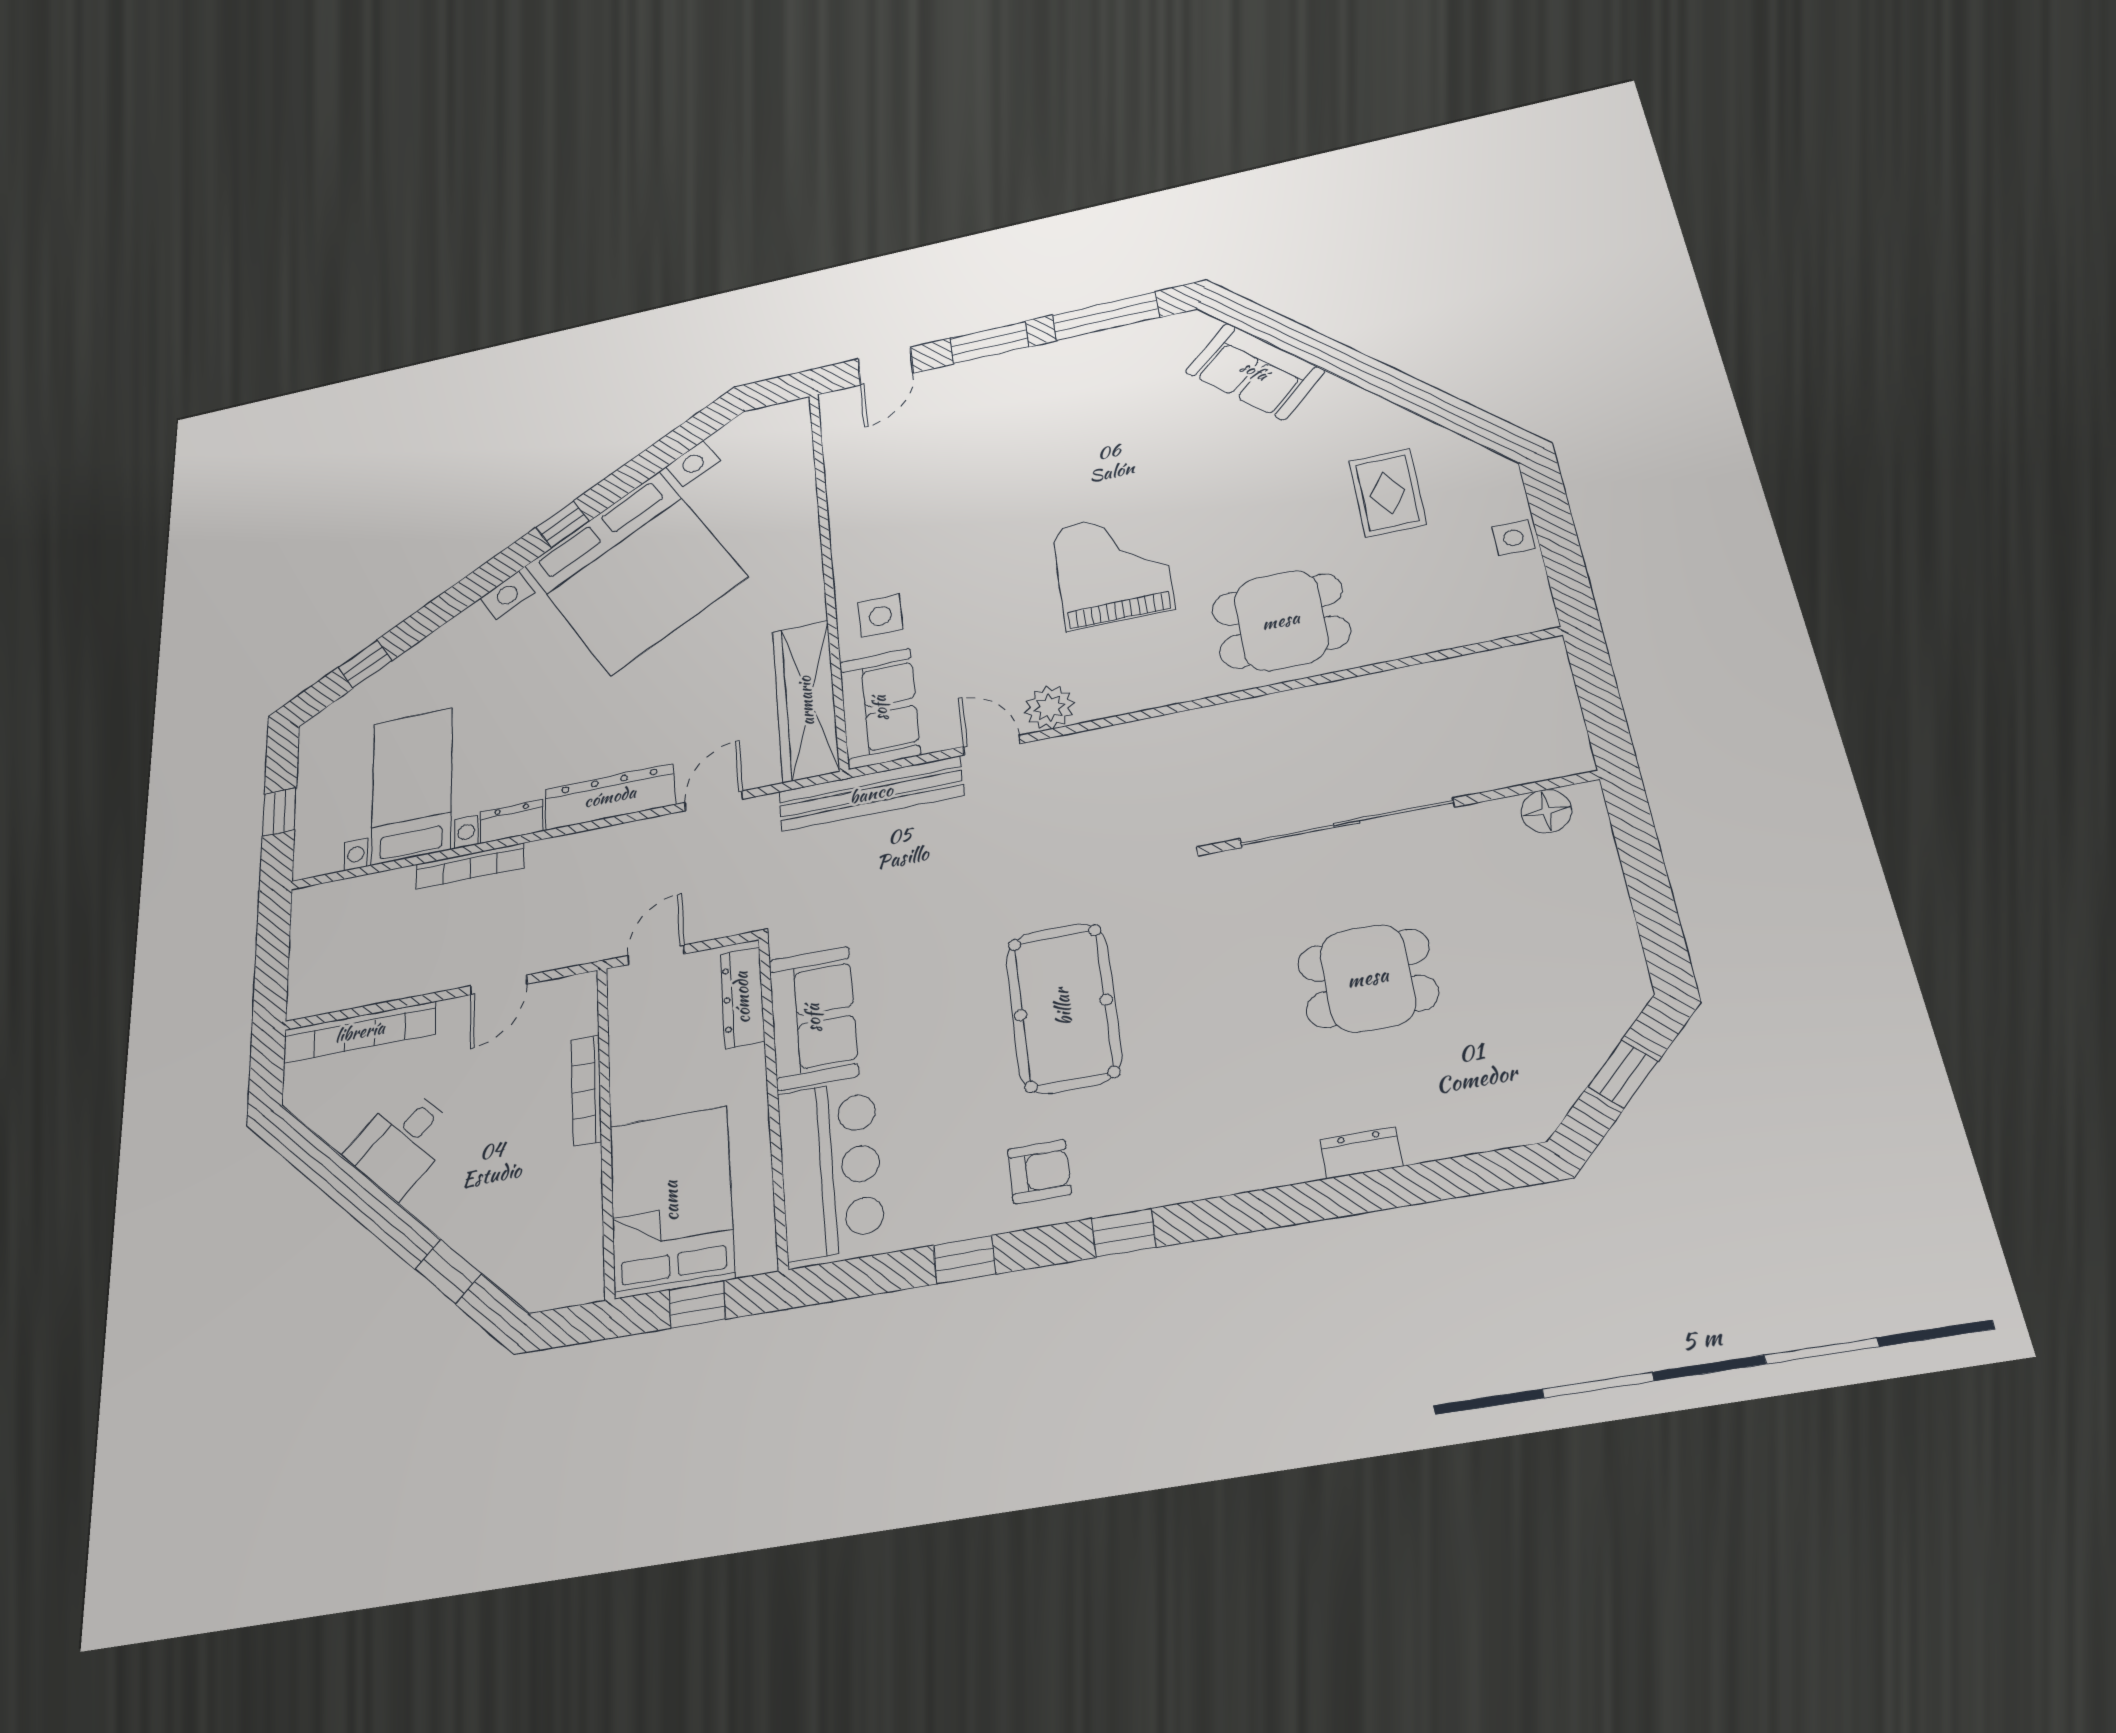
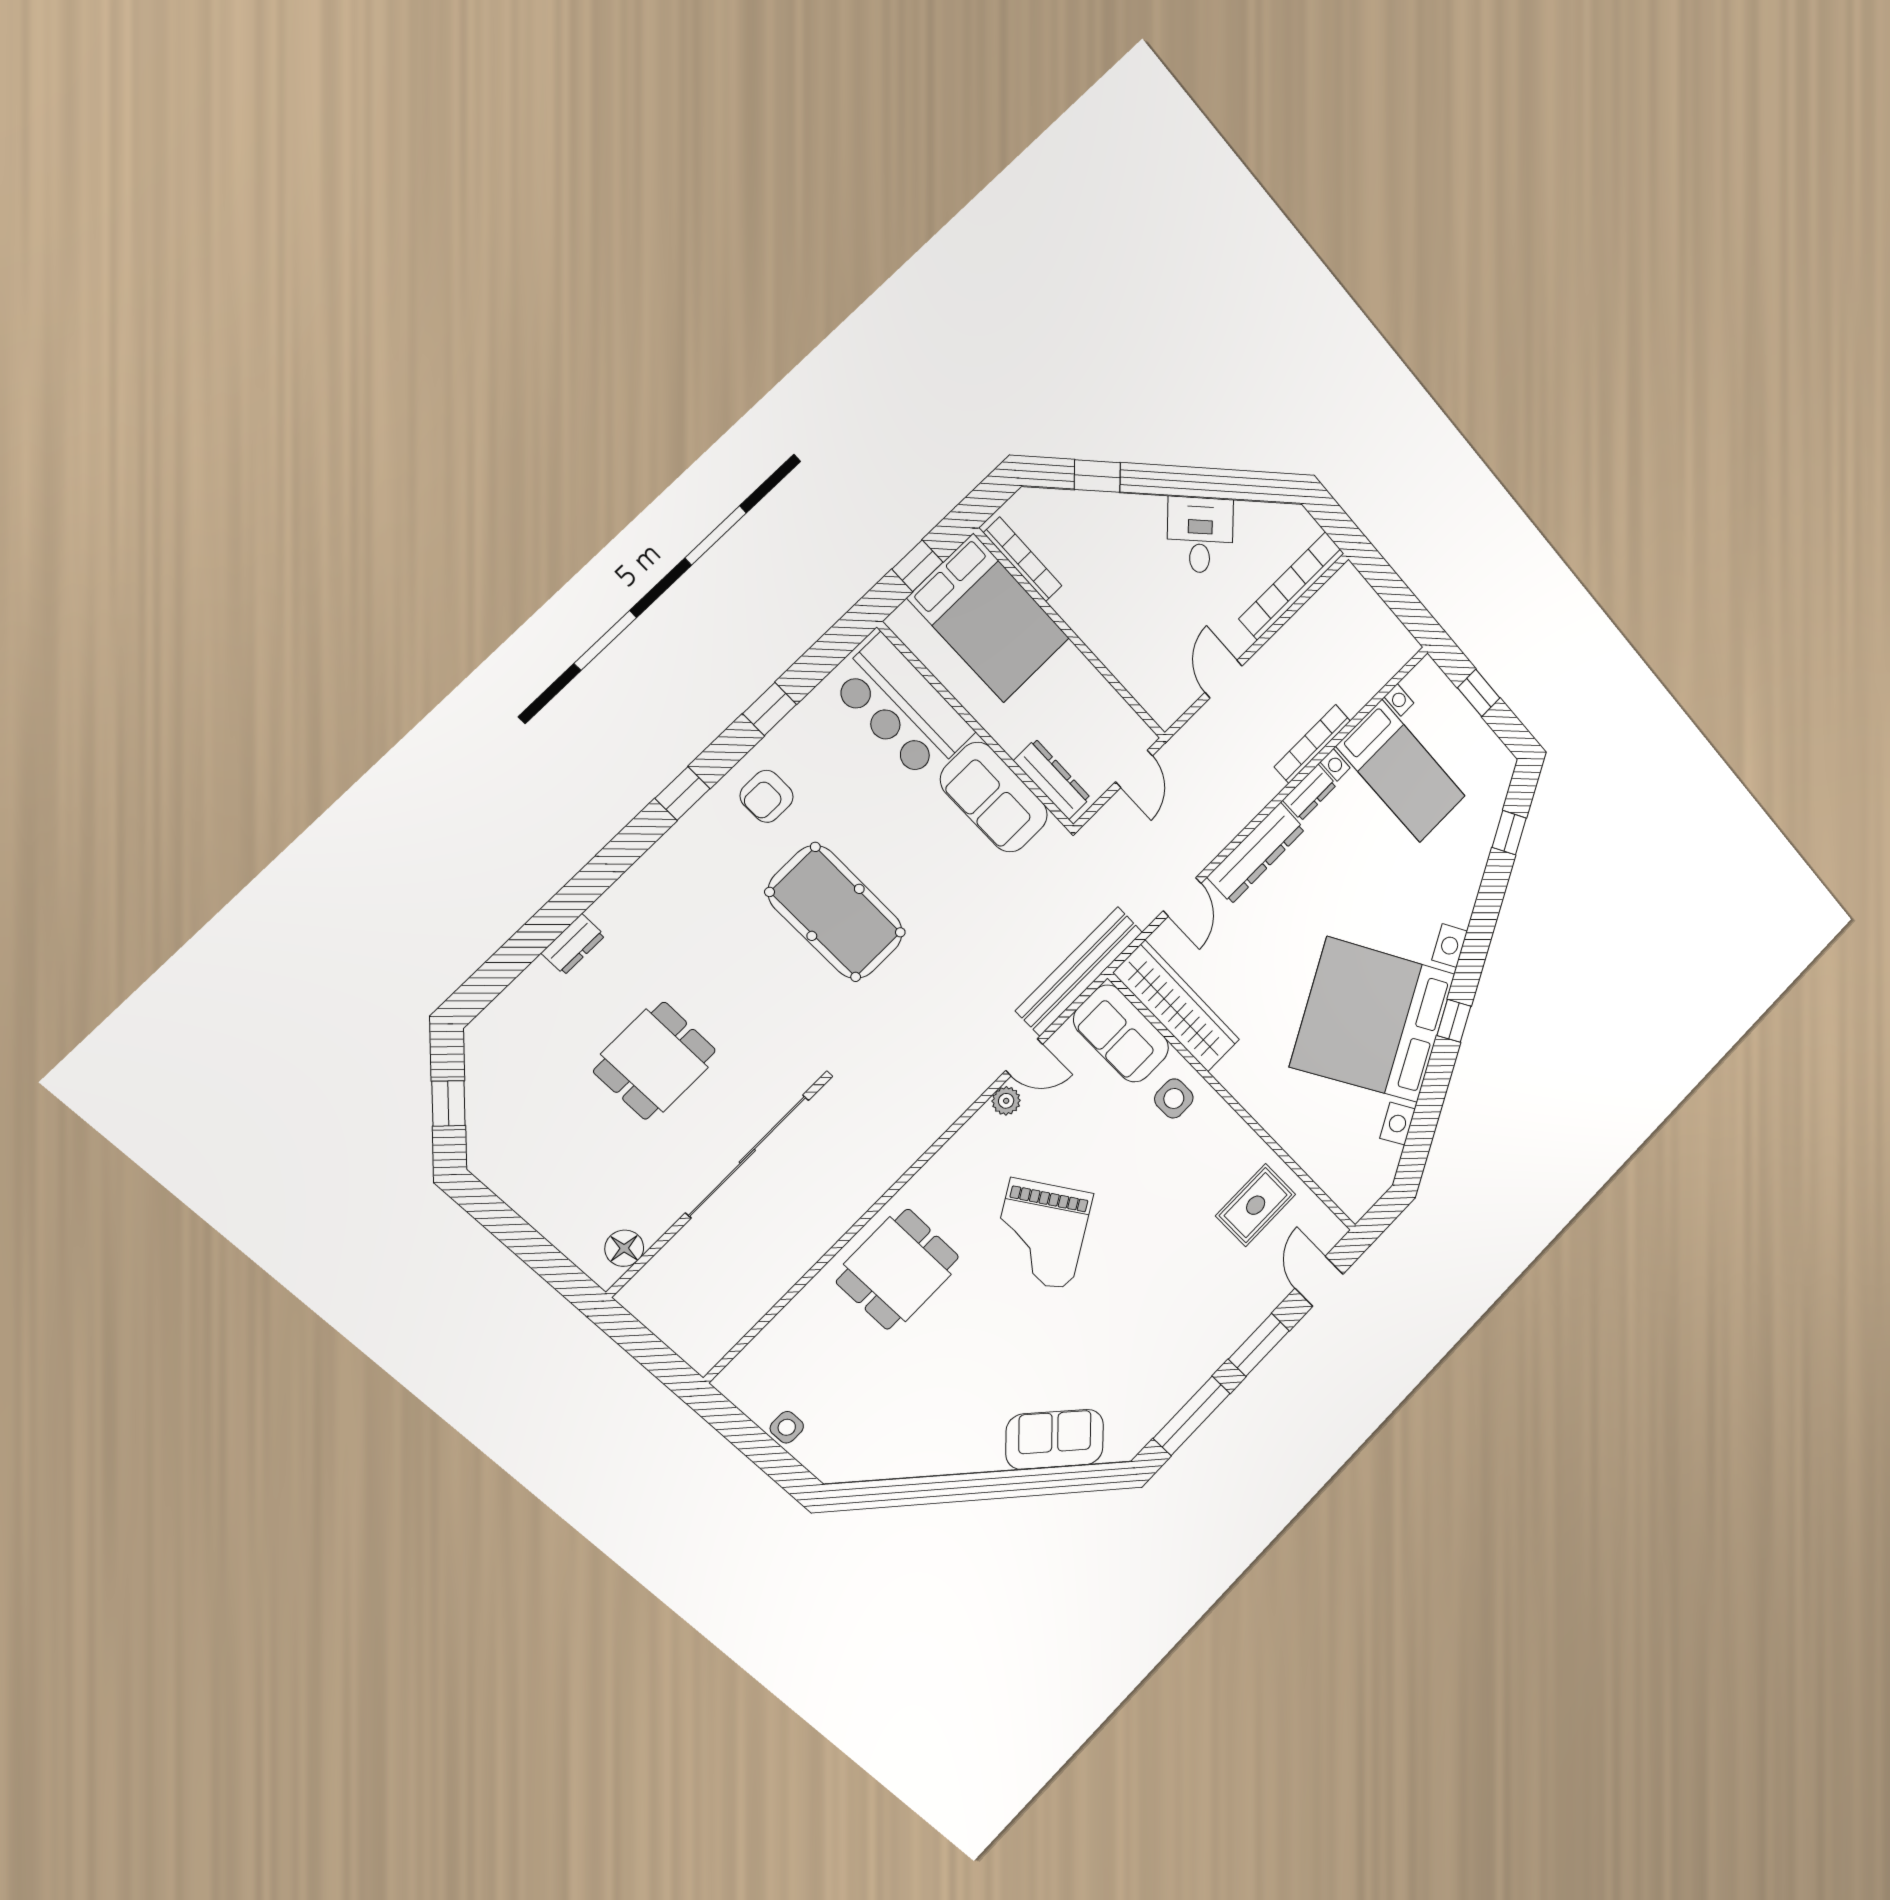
rug: (1388, 493) -> (1256, 1205), moved, turned 90
grand piano: (1113, 568) -> (1041, 1234), turned 58
plant: (1049, 708) -> (1006, 1101), width x0.73, depth x0.73
bookcase: (586, 1090) -> (1023, 559), moved

